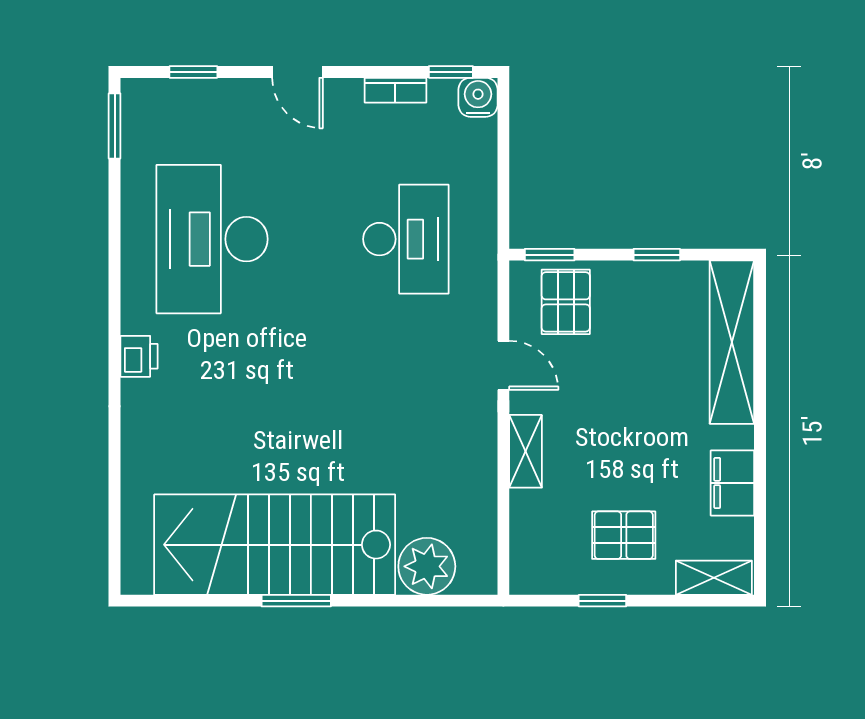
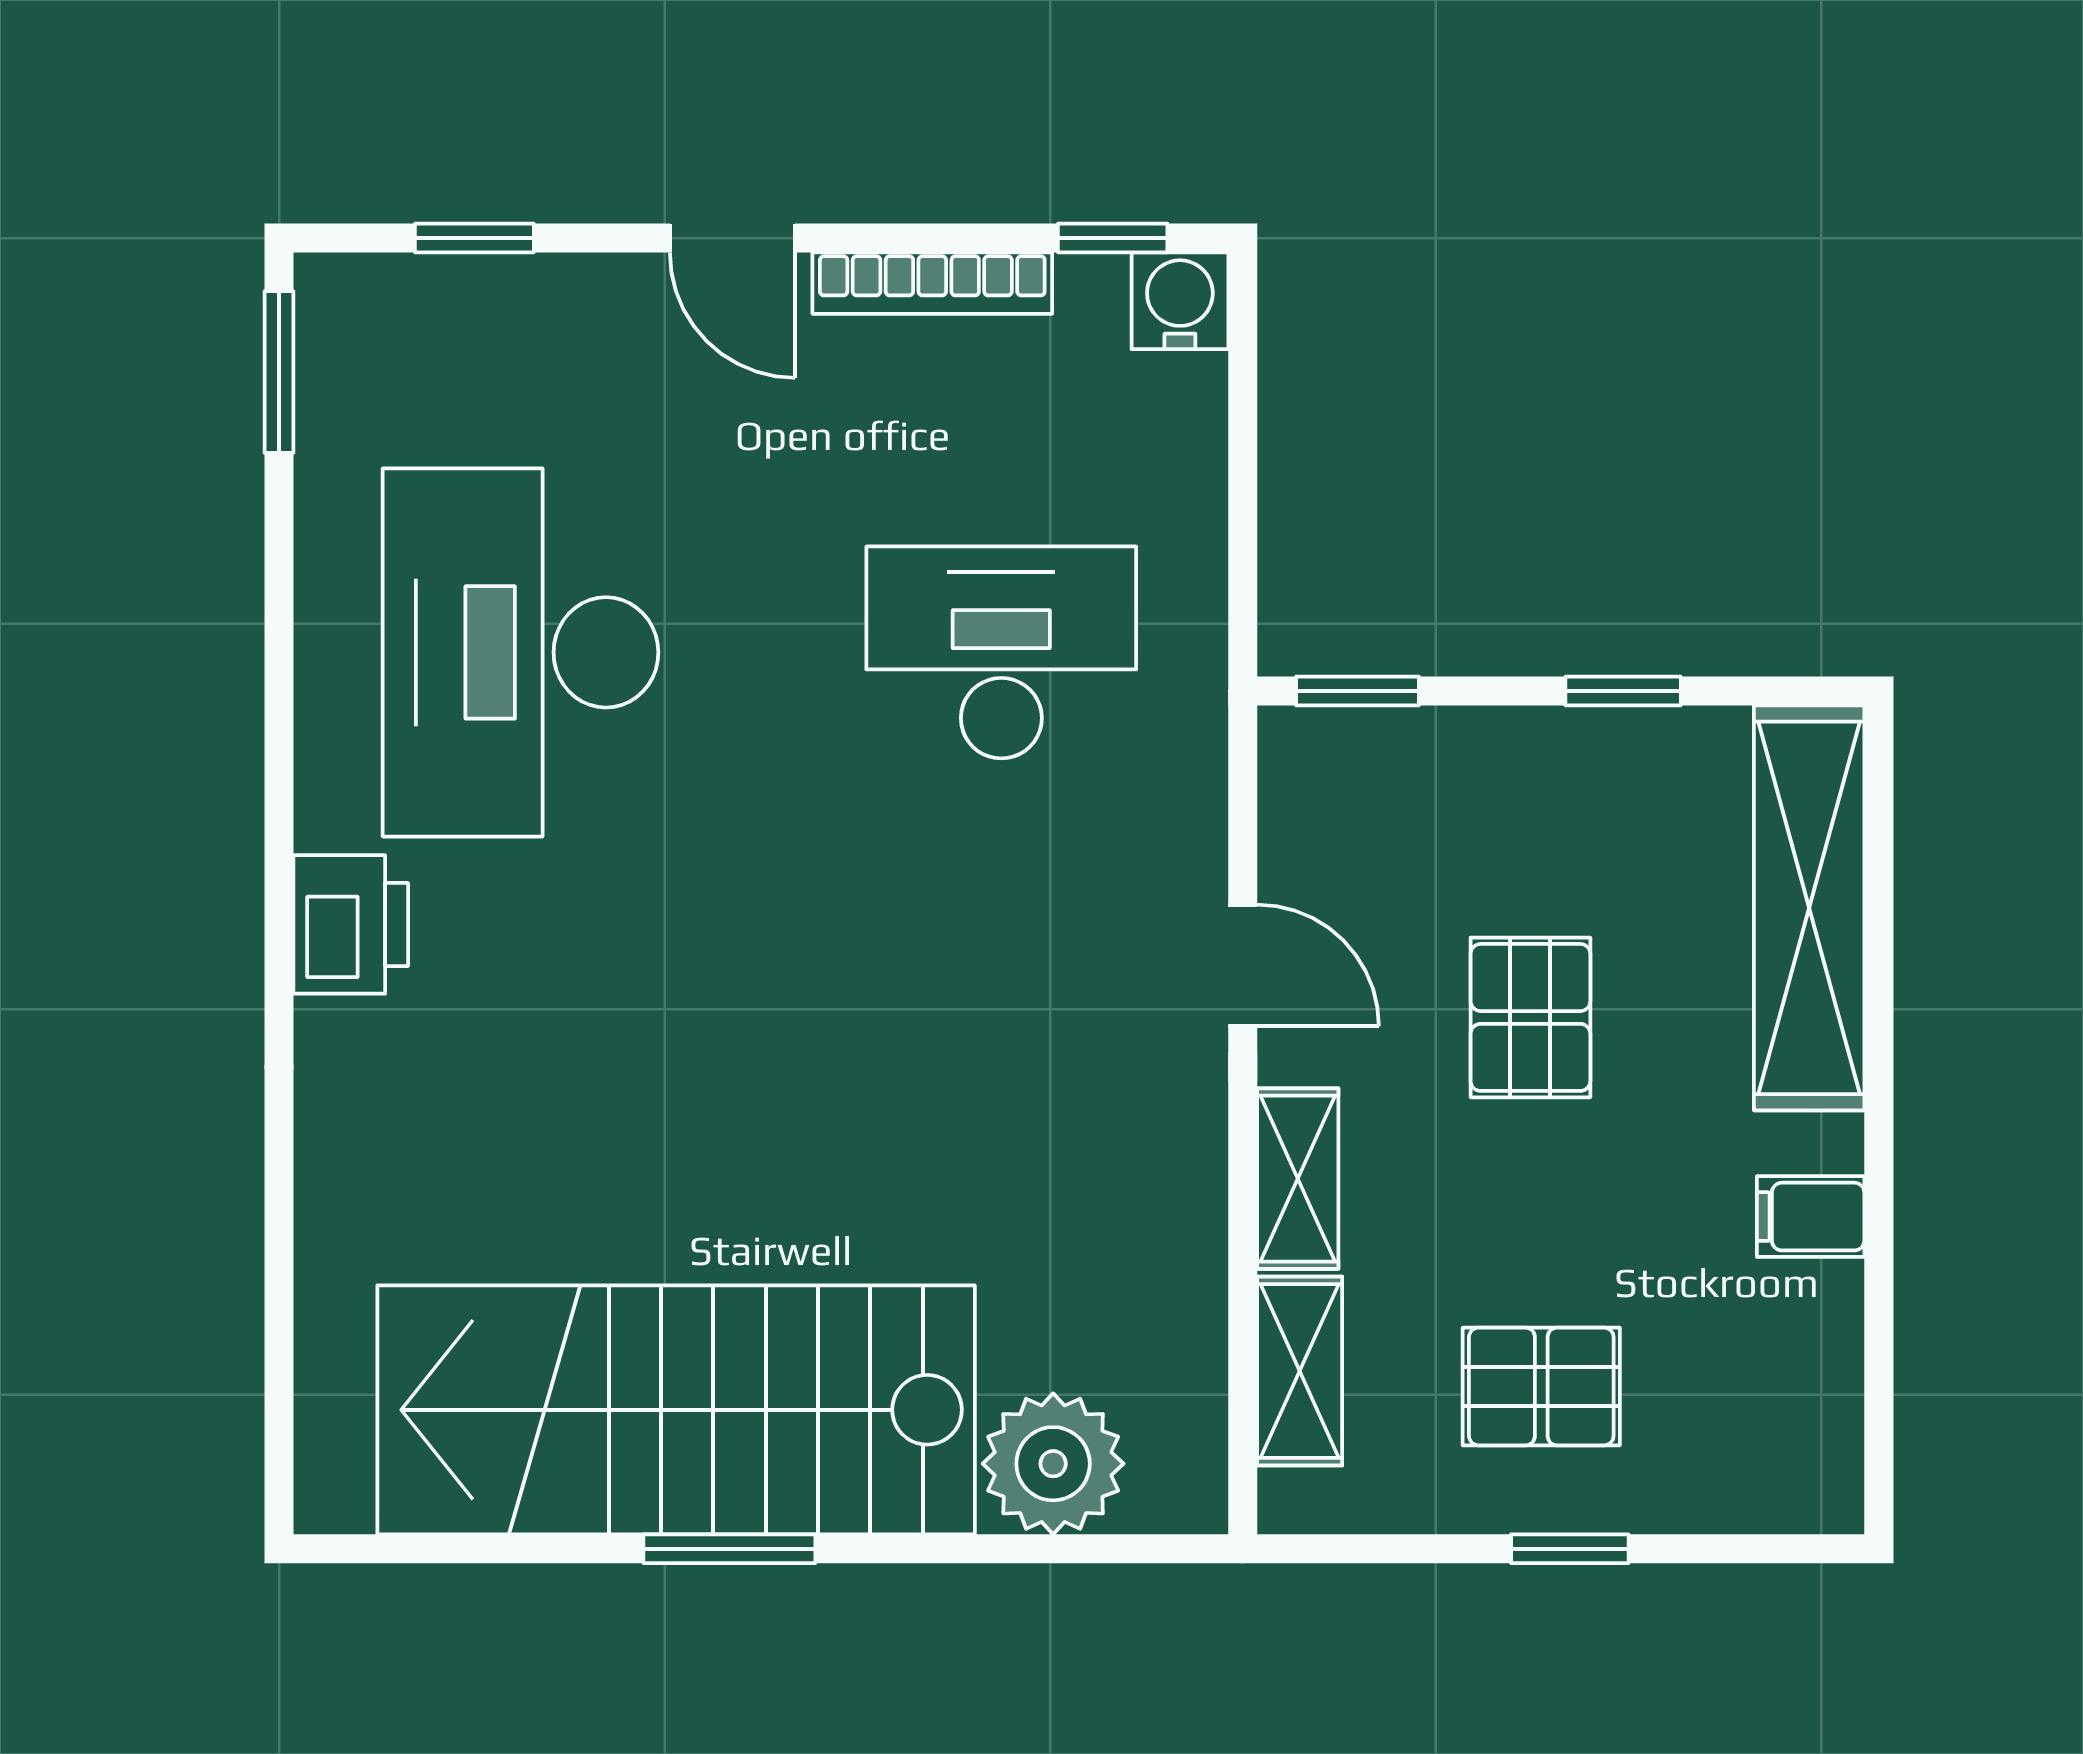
bookcase: (395, 90) -> (932, 283), width x1.56
desk: (406, 239) -> (1001, 652), turned -90
pallet: (566, 302) -> (1530, 1017), moved
printer: (139, 356) -> (351, 924), width x1.36, depth x1.24
filing cabinet: (732, 483) -> (1811, 1217), width x0.50
shelving: (714, 578) -> (1300, 1371), moved, turned 90
window: (602, 601) -> (1570, 1549), moved

